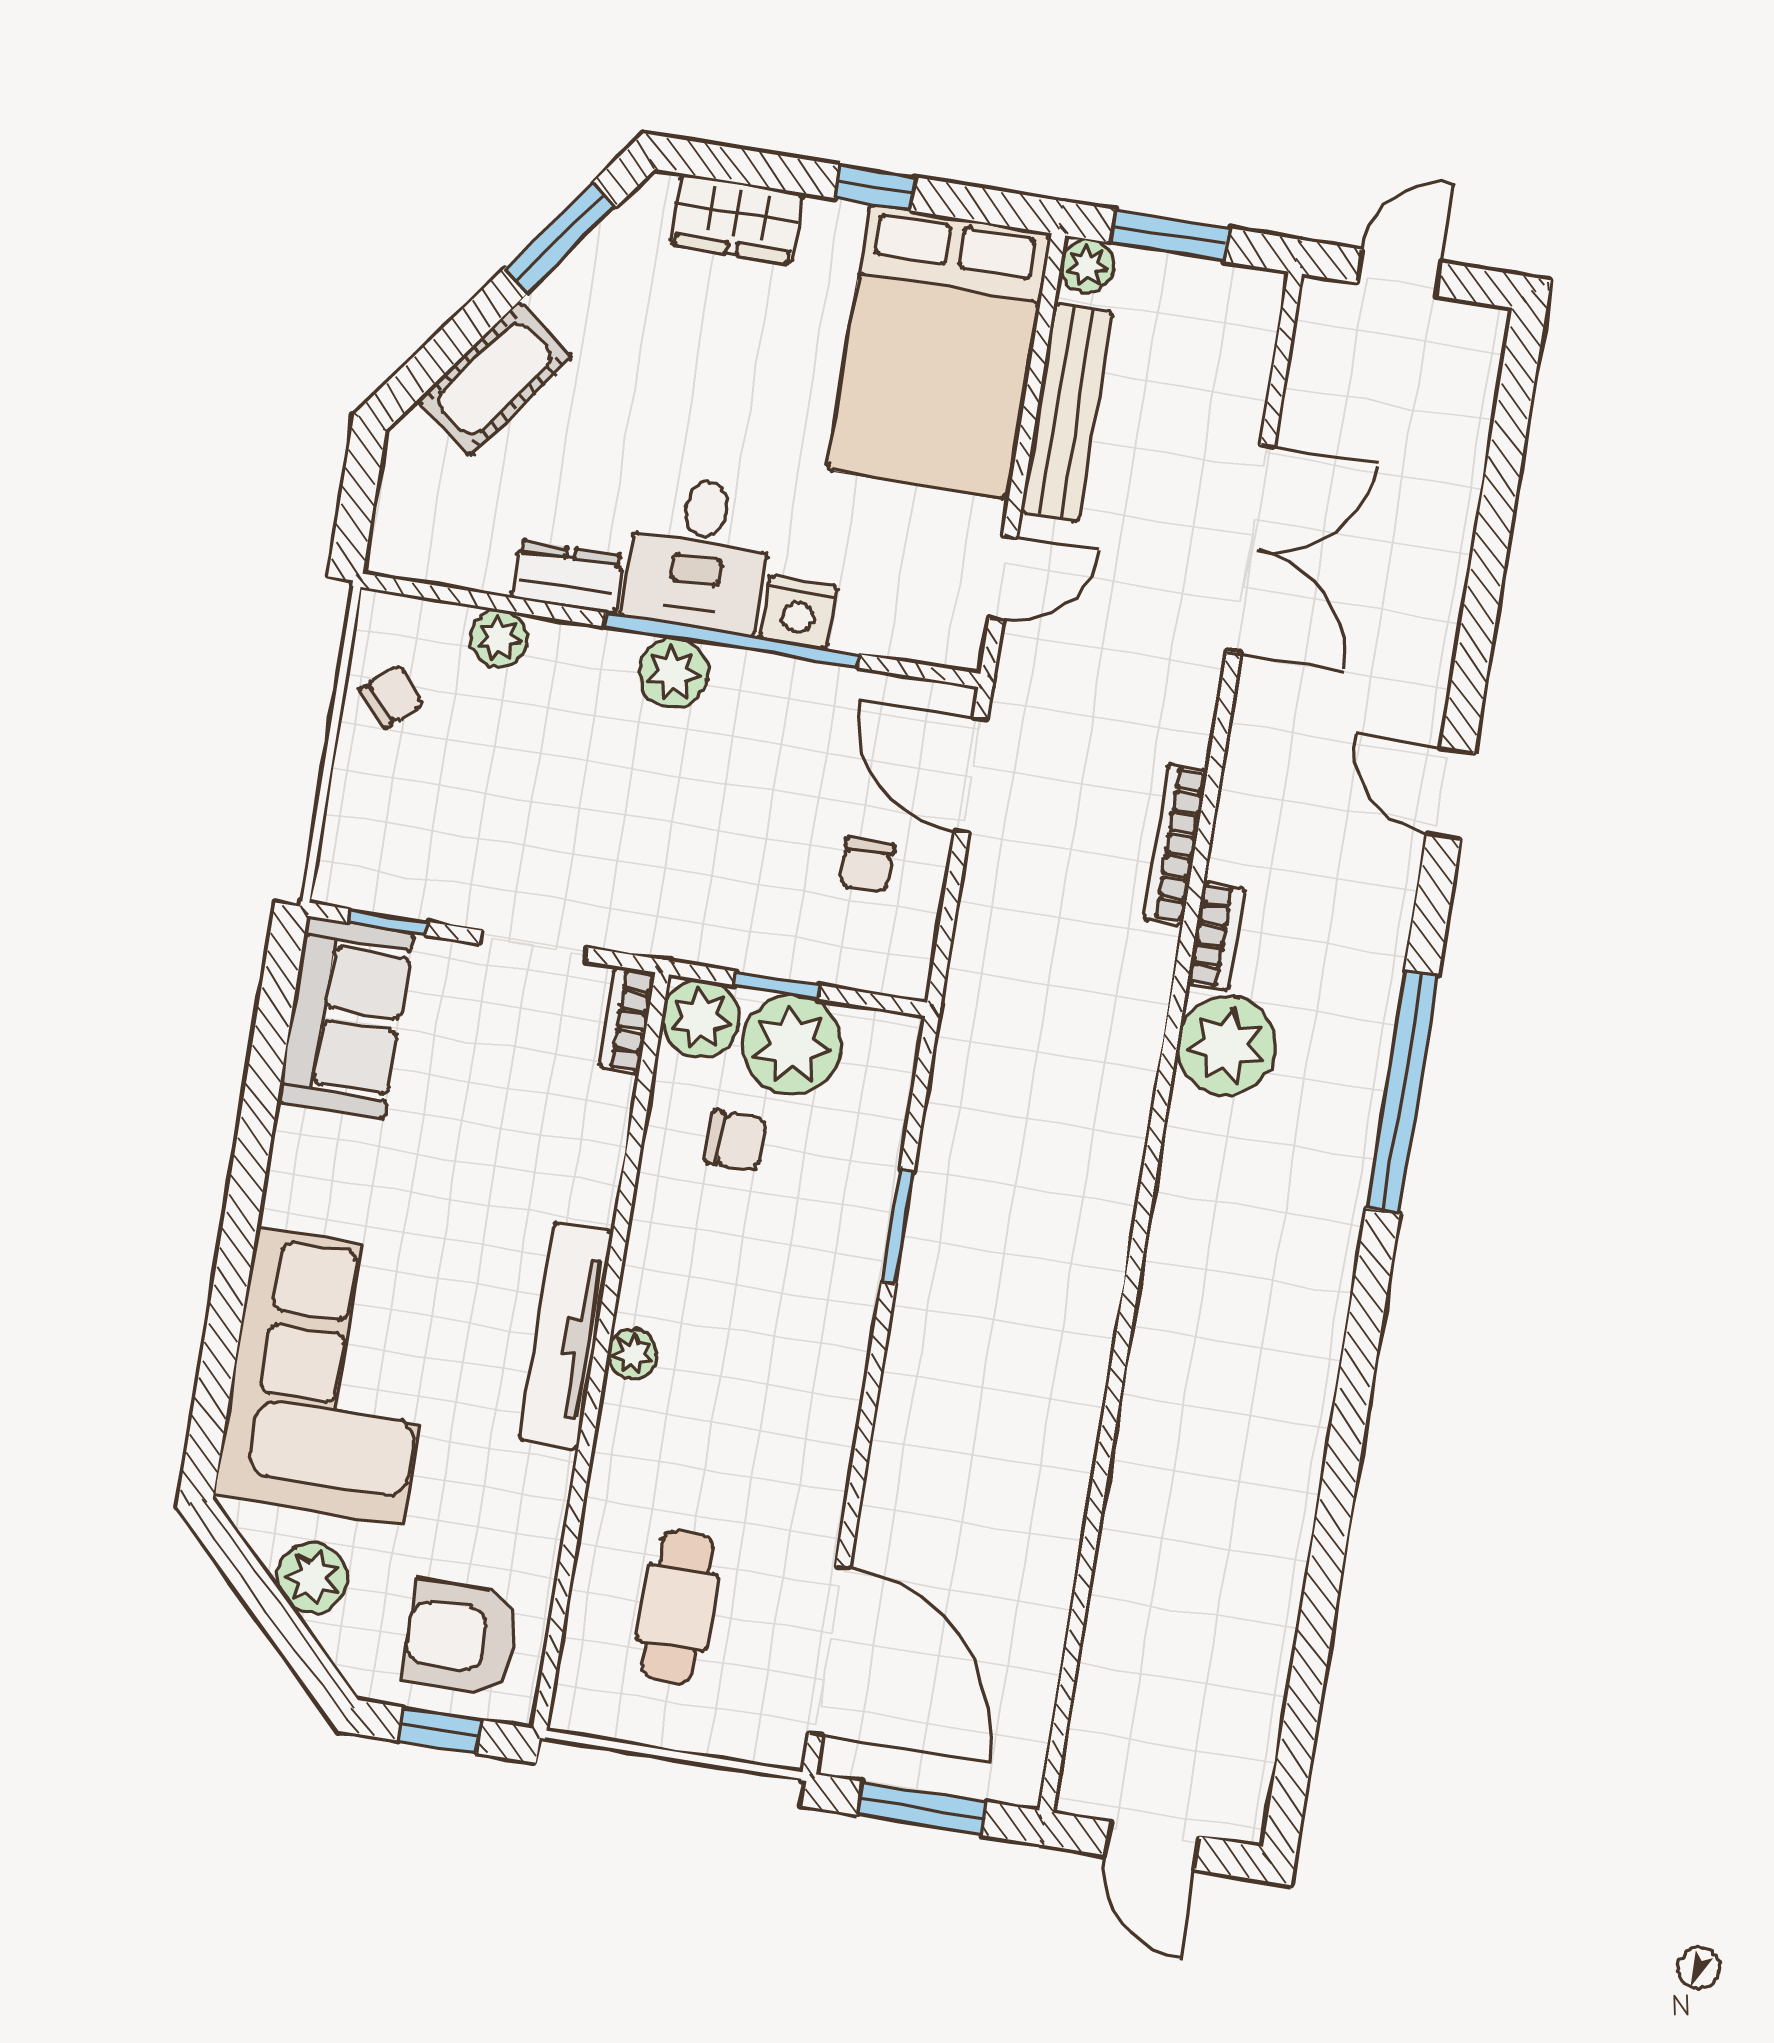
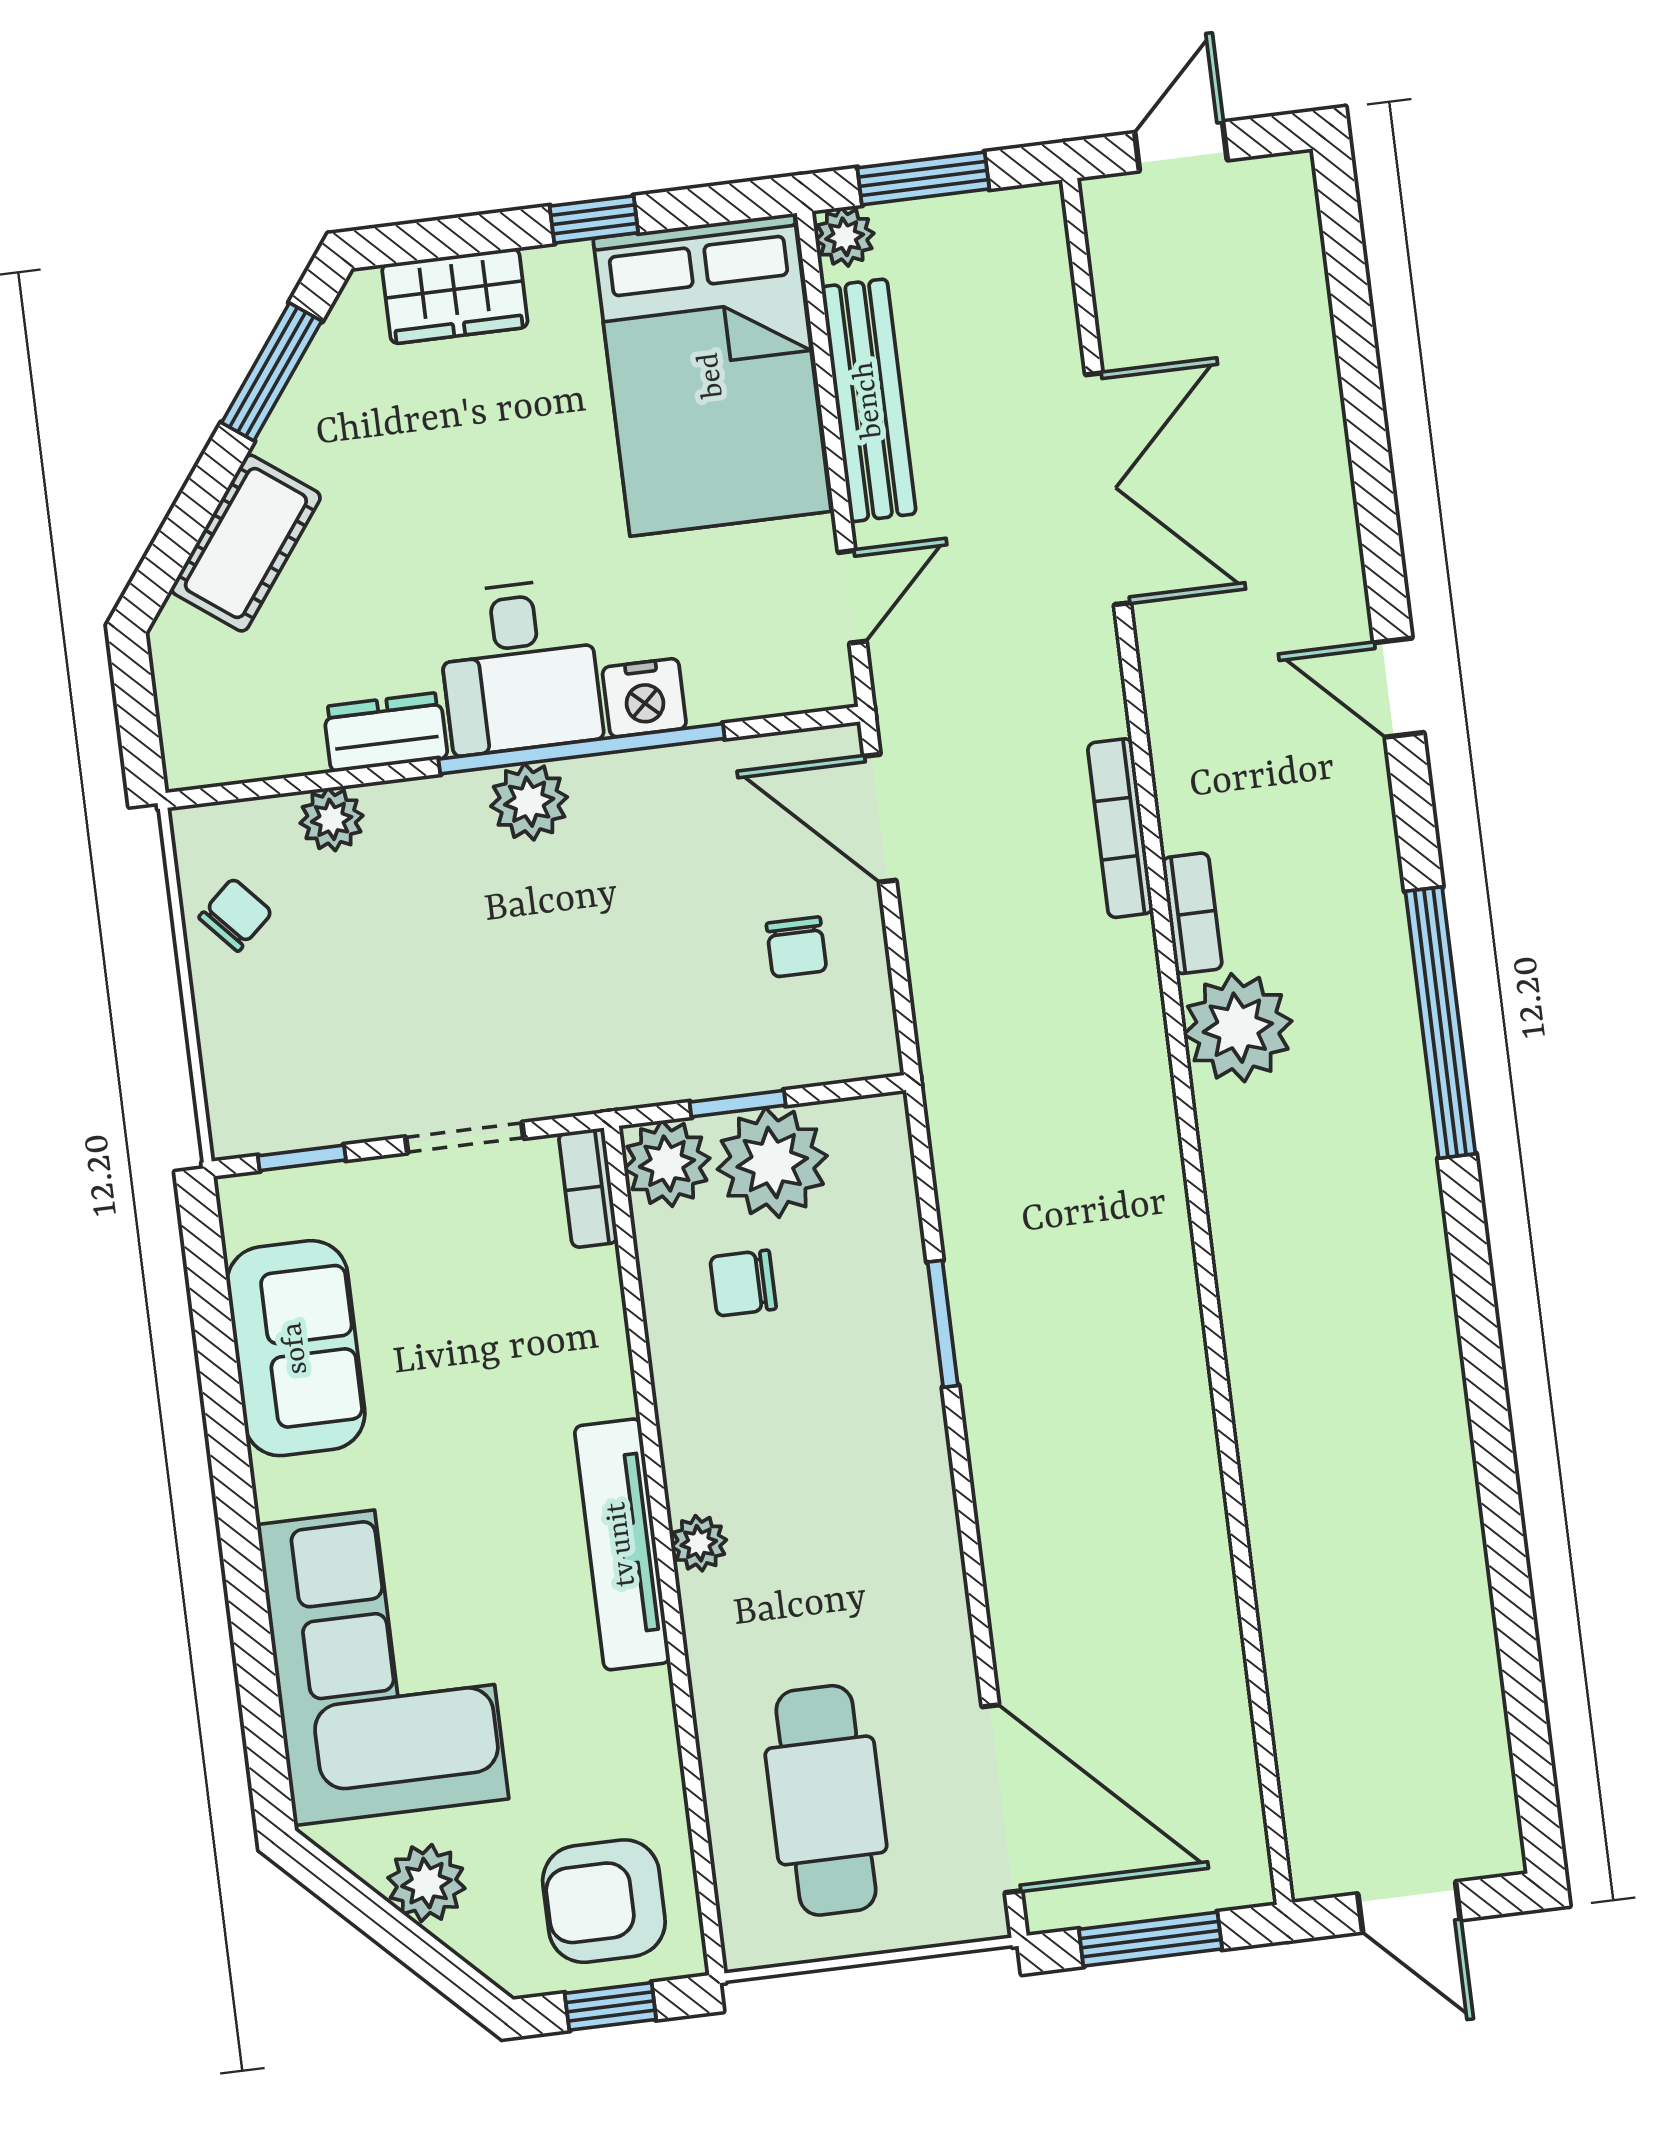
sofa: (346, 1017) -> (296, 1348), moved
chair: (736, 1141) -> (743, 1283), turned 180
cafe table: (677, 1607) -> (826, 1800), width x1.37, depth x1.35

